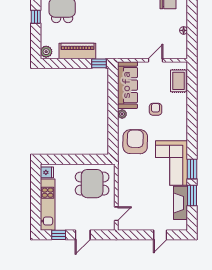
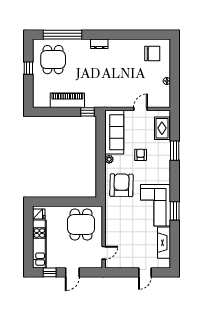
plant: (46, 52) -> (38, 101), removed
dining table: (92, 184) -> (81, 225), turned 90
window: (192, 195) -> (175, 151), moved

